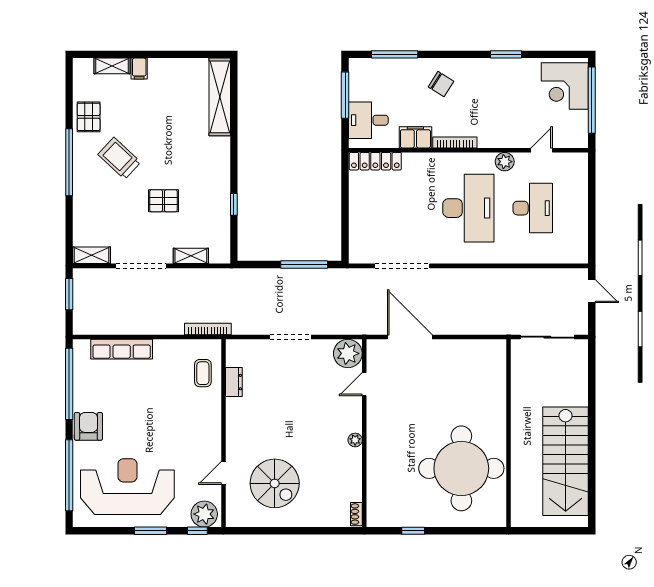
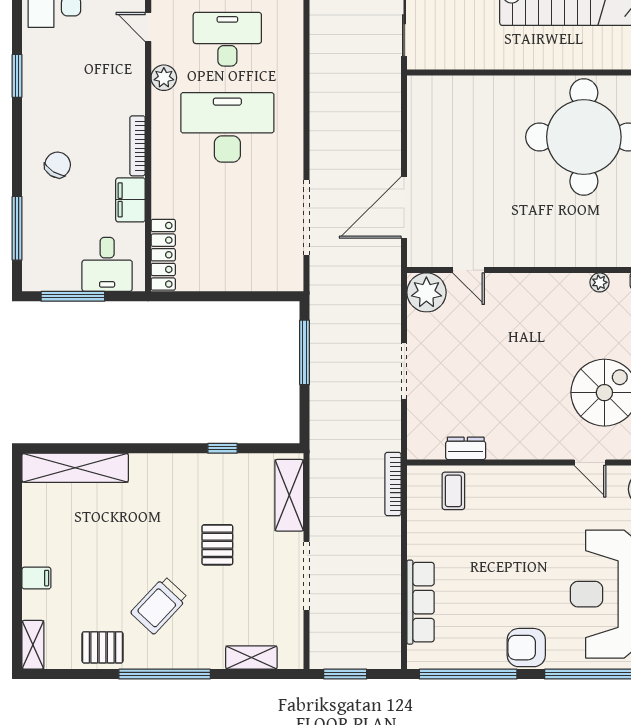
shelving: (112, 66) -> (33, 645), moved
shelving: (92, 255) -> (251, 658), moved, turned 90
shelving: (191, 256) -> (289, 495), width x1.50, depth x1.33
coffee table: (203, 373) -> (453, 491), turned 90
plant: (355, 440) -> (600, 282), moved

